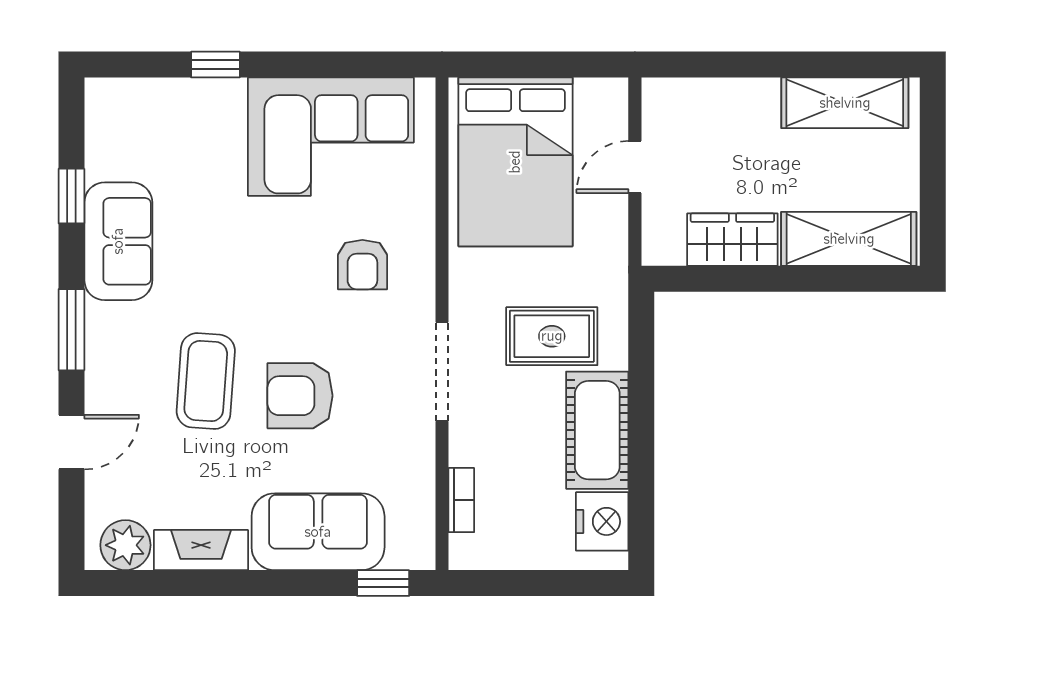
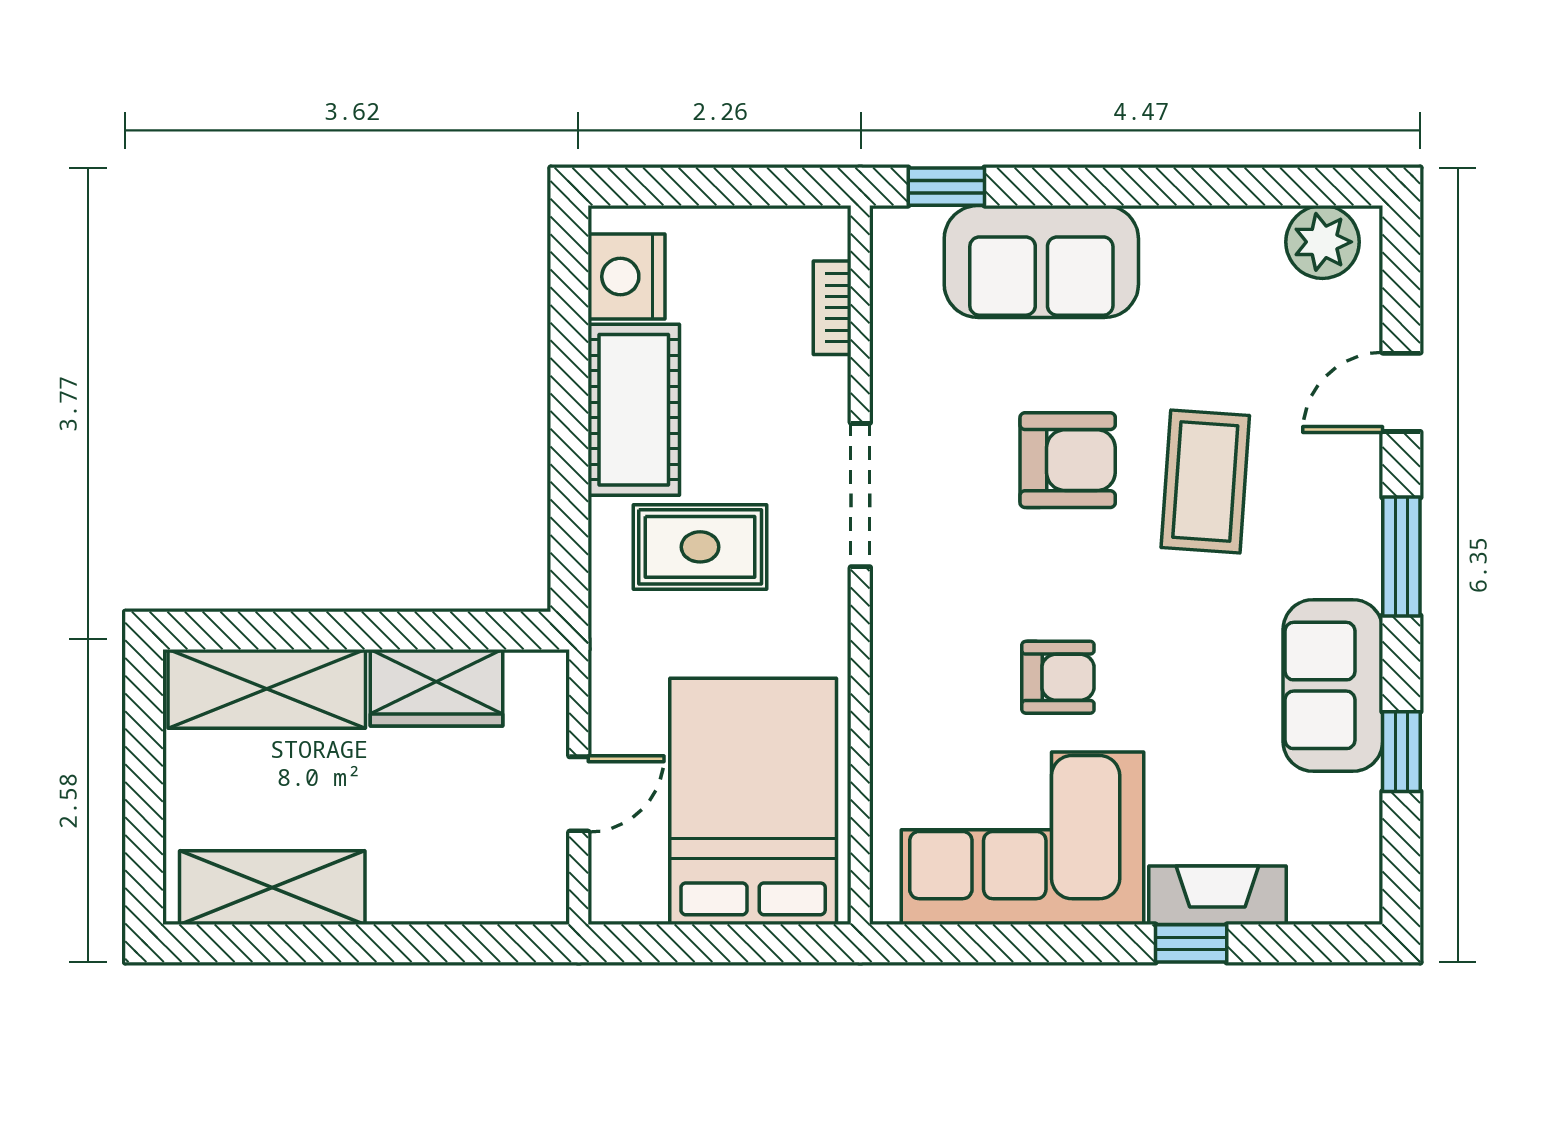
armchair: (362, 265) -> (1058, 677), moved, turned 90
fireplace: (201, 550) -> (1217, 895), moved, turned 180

